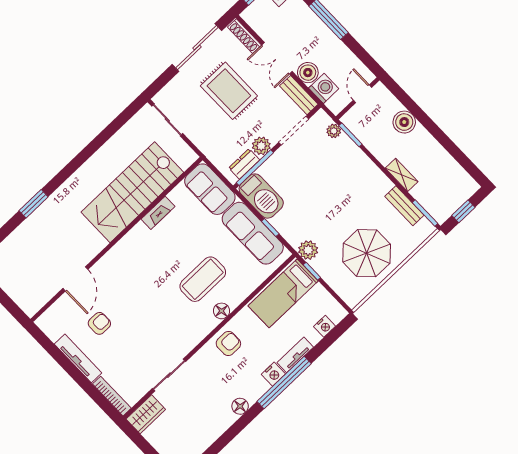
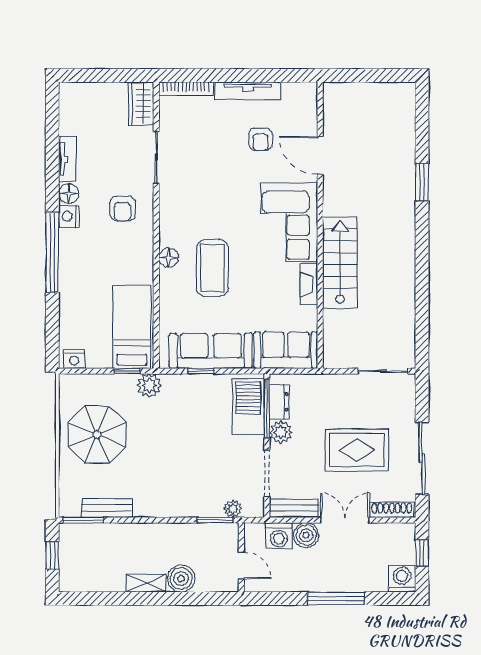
shelving: (402, 175) -> (146, 583), moved
stairs: (132, 192) -> (340, 263), width x0.73, depth x0.66
barbecue: (261, 196) -> (248, 406), moved, turned 90
corner sofa: (132, 259) -> (289, 223), added
nightstand: (325, 326) -> (74, 359), moved, turned -90
armchair: (228, 343) -> (123, 209), moved
tv unit: (295, 355) -> (67, 159), moved
nightstand: (273, 374) -> (69, 216), moved

